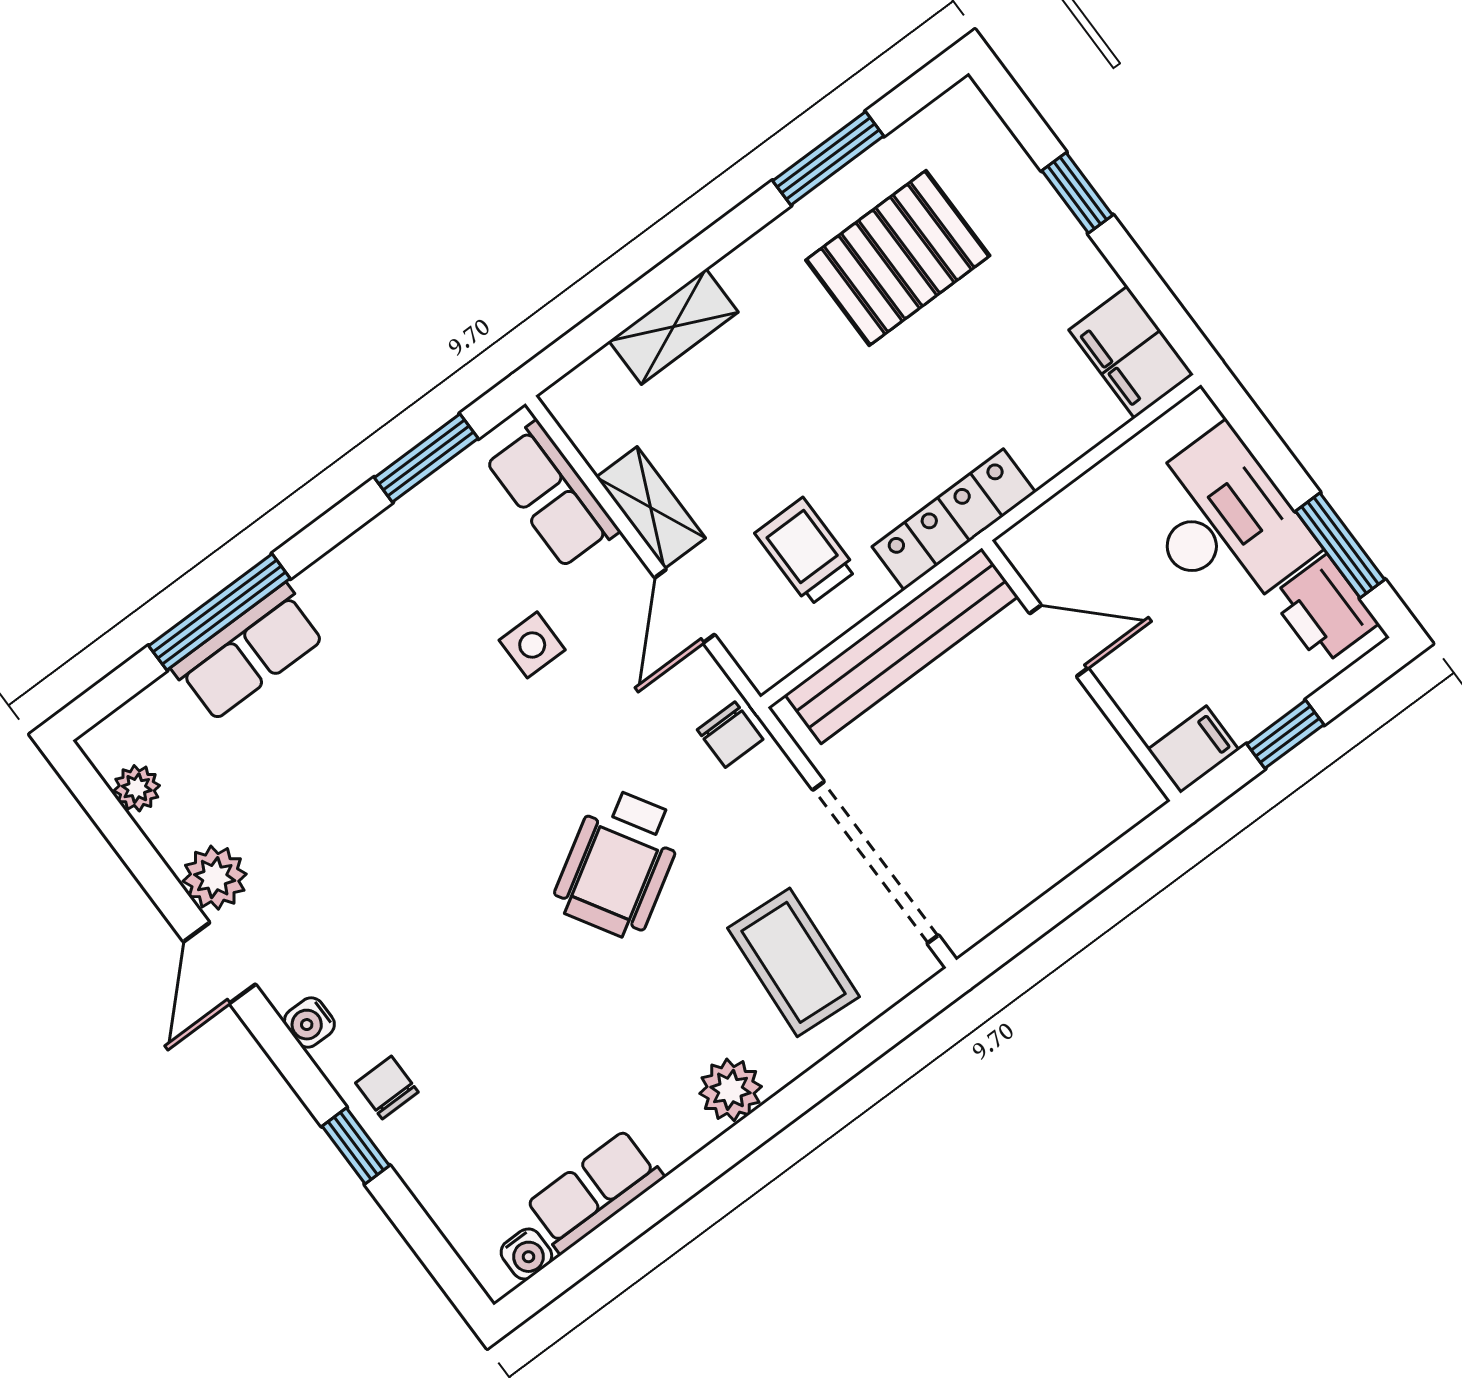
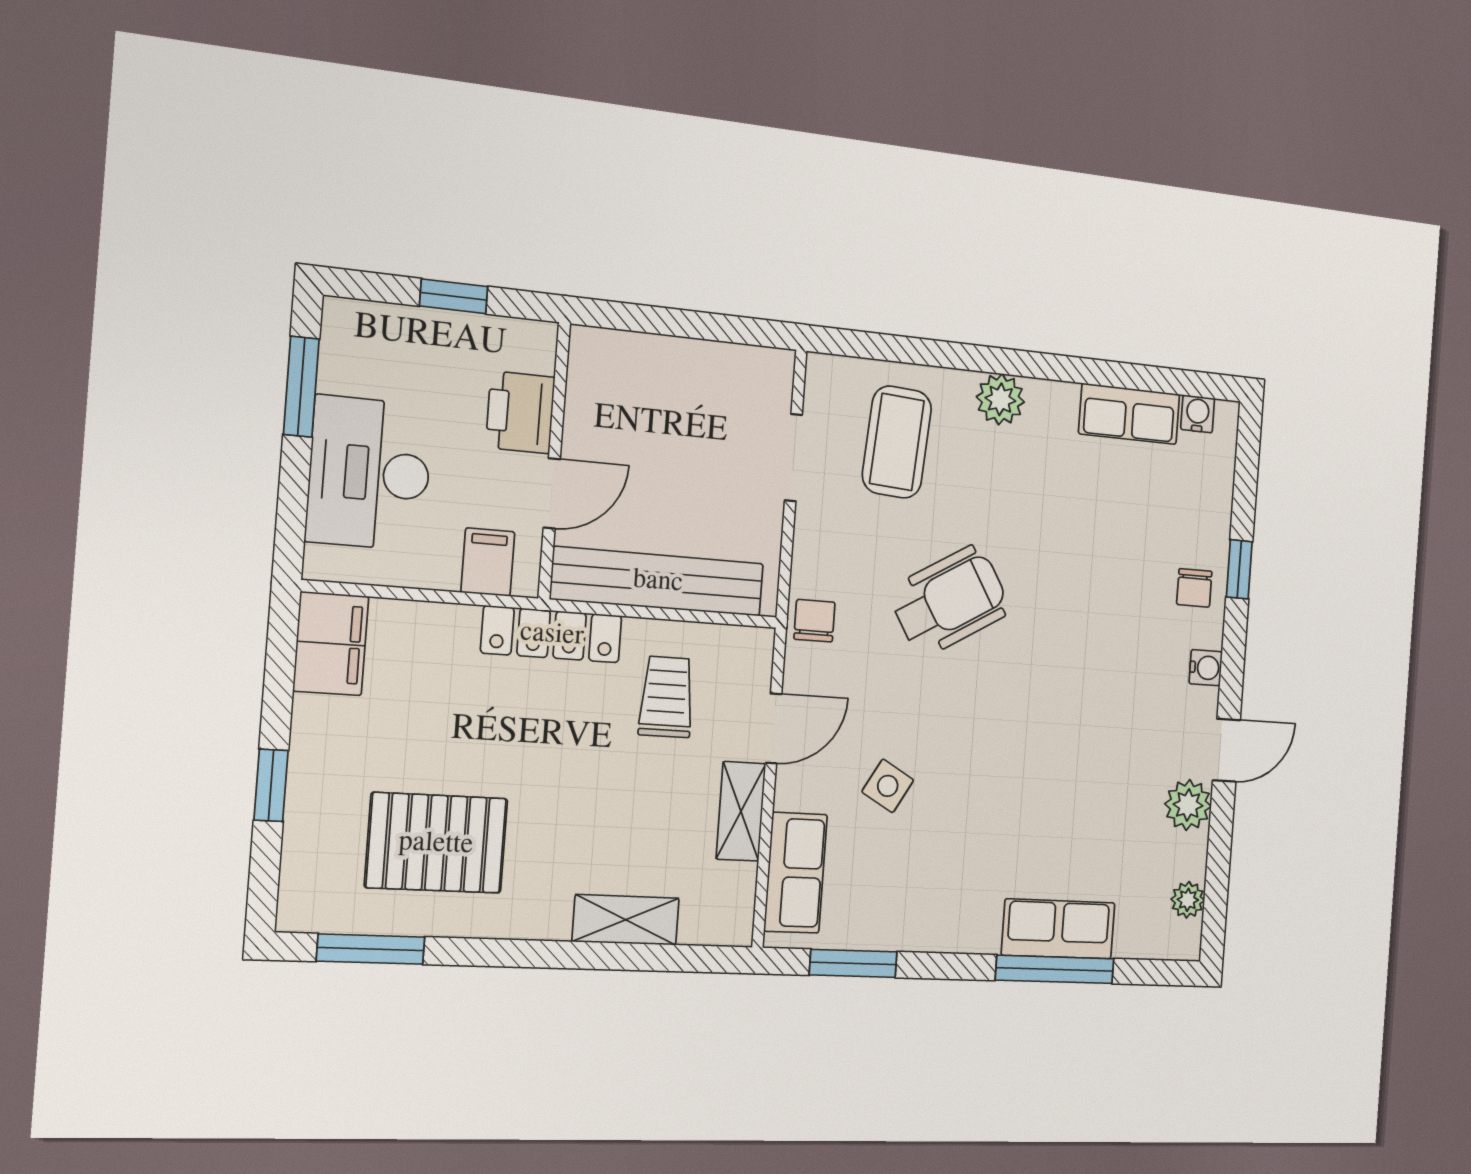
window: (828, 158) -> (371, 949), moved
trolley: (806, 552) -> (667, 697), turned 180
printer: (1324, 610) -> (520, 412), moved, turned 180
door: (1059, 641) -> (552, 493), swing flipped
side table: (532, 645) -> (888, 786), turned 30
filing cabinet: (1193, 750) -> (488, 562), moved, turned 90
doorway: (876, 862) -> (793, 458), width x0.53

